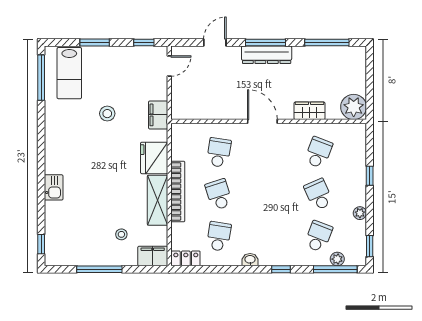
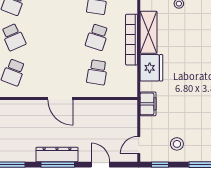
door: (215, 43) -> (100, 165), swing flipped
wardrobe: (310, 111) -> (21, 107), removed
stool: (107, 114) -> (177, 144), moved
school desk: (219, 195) -> (97, 37), turned 36

